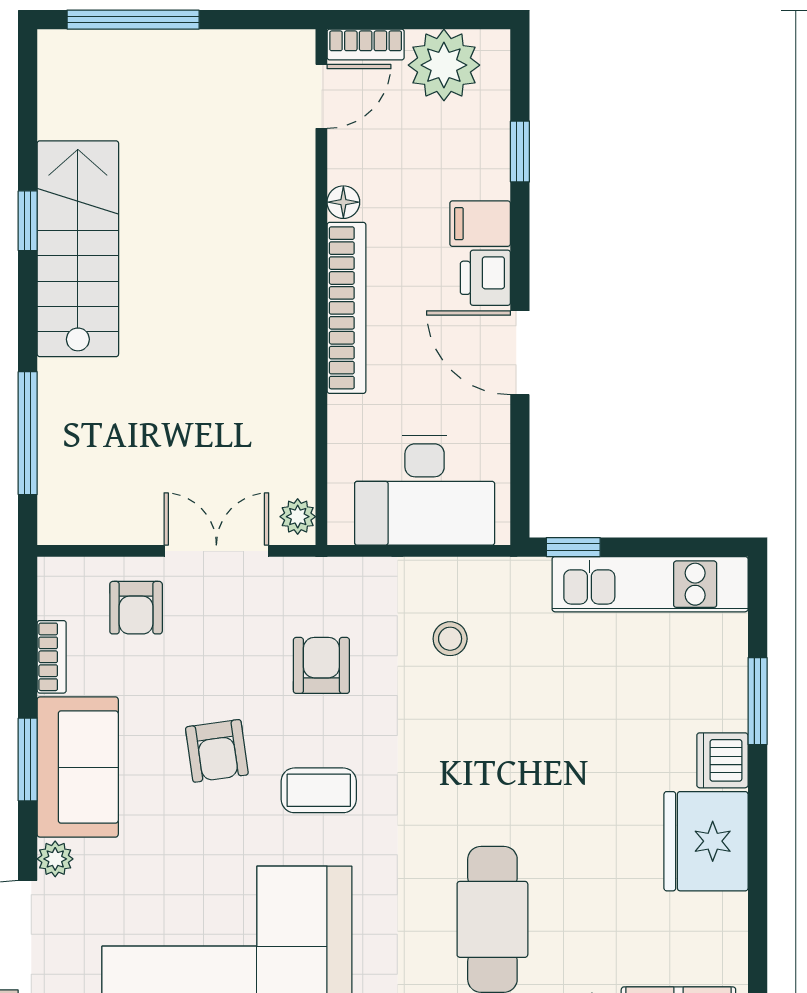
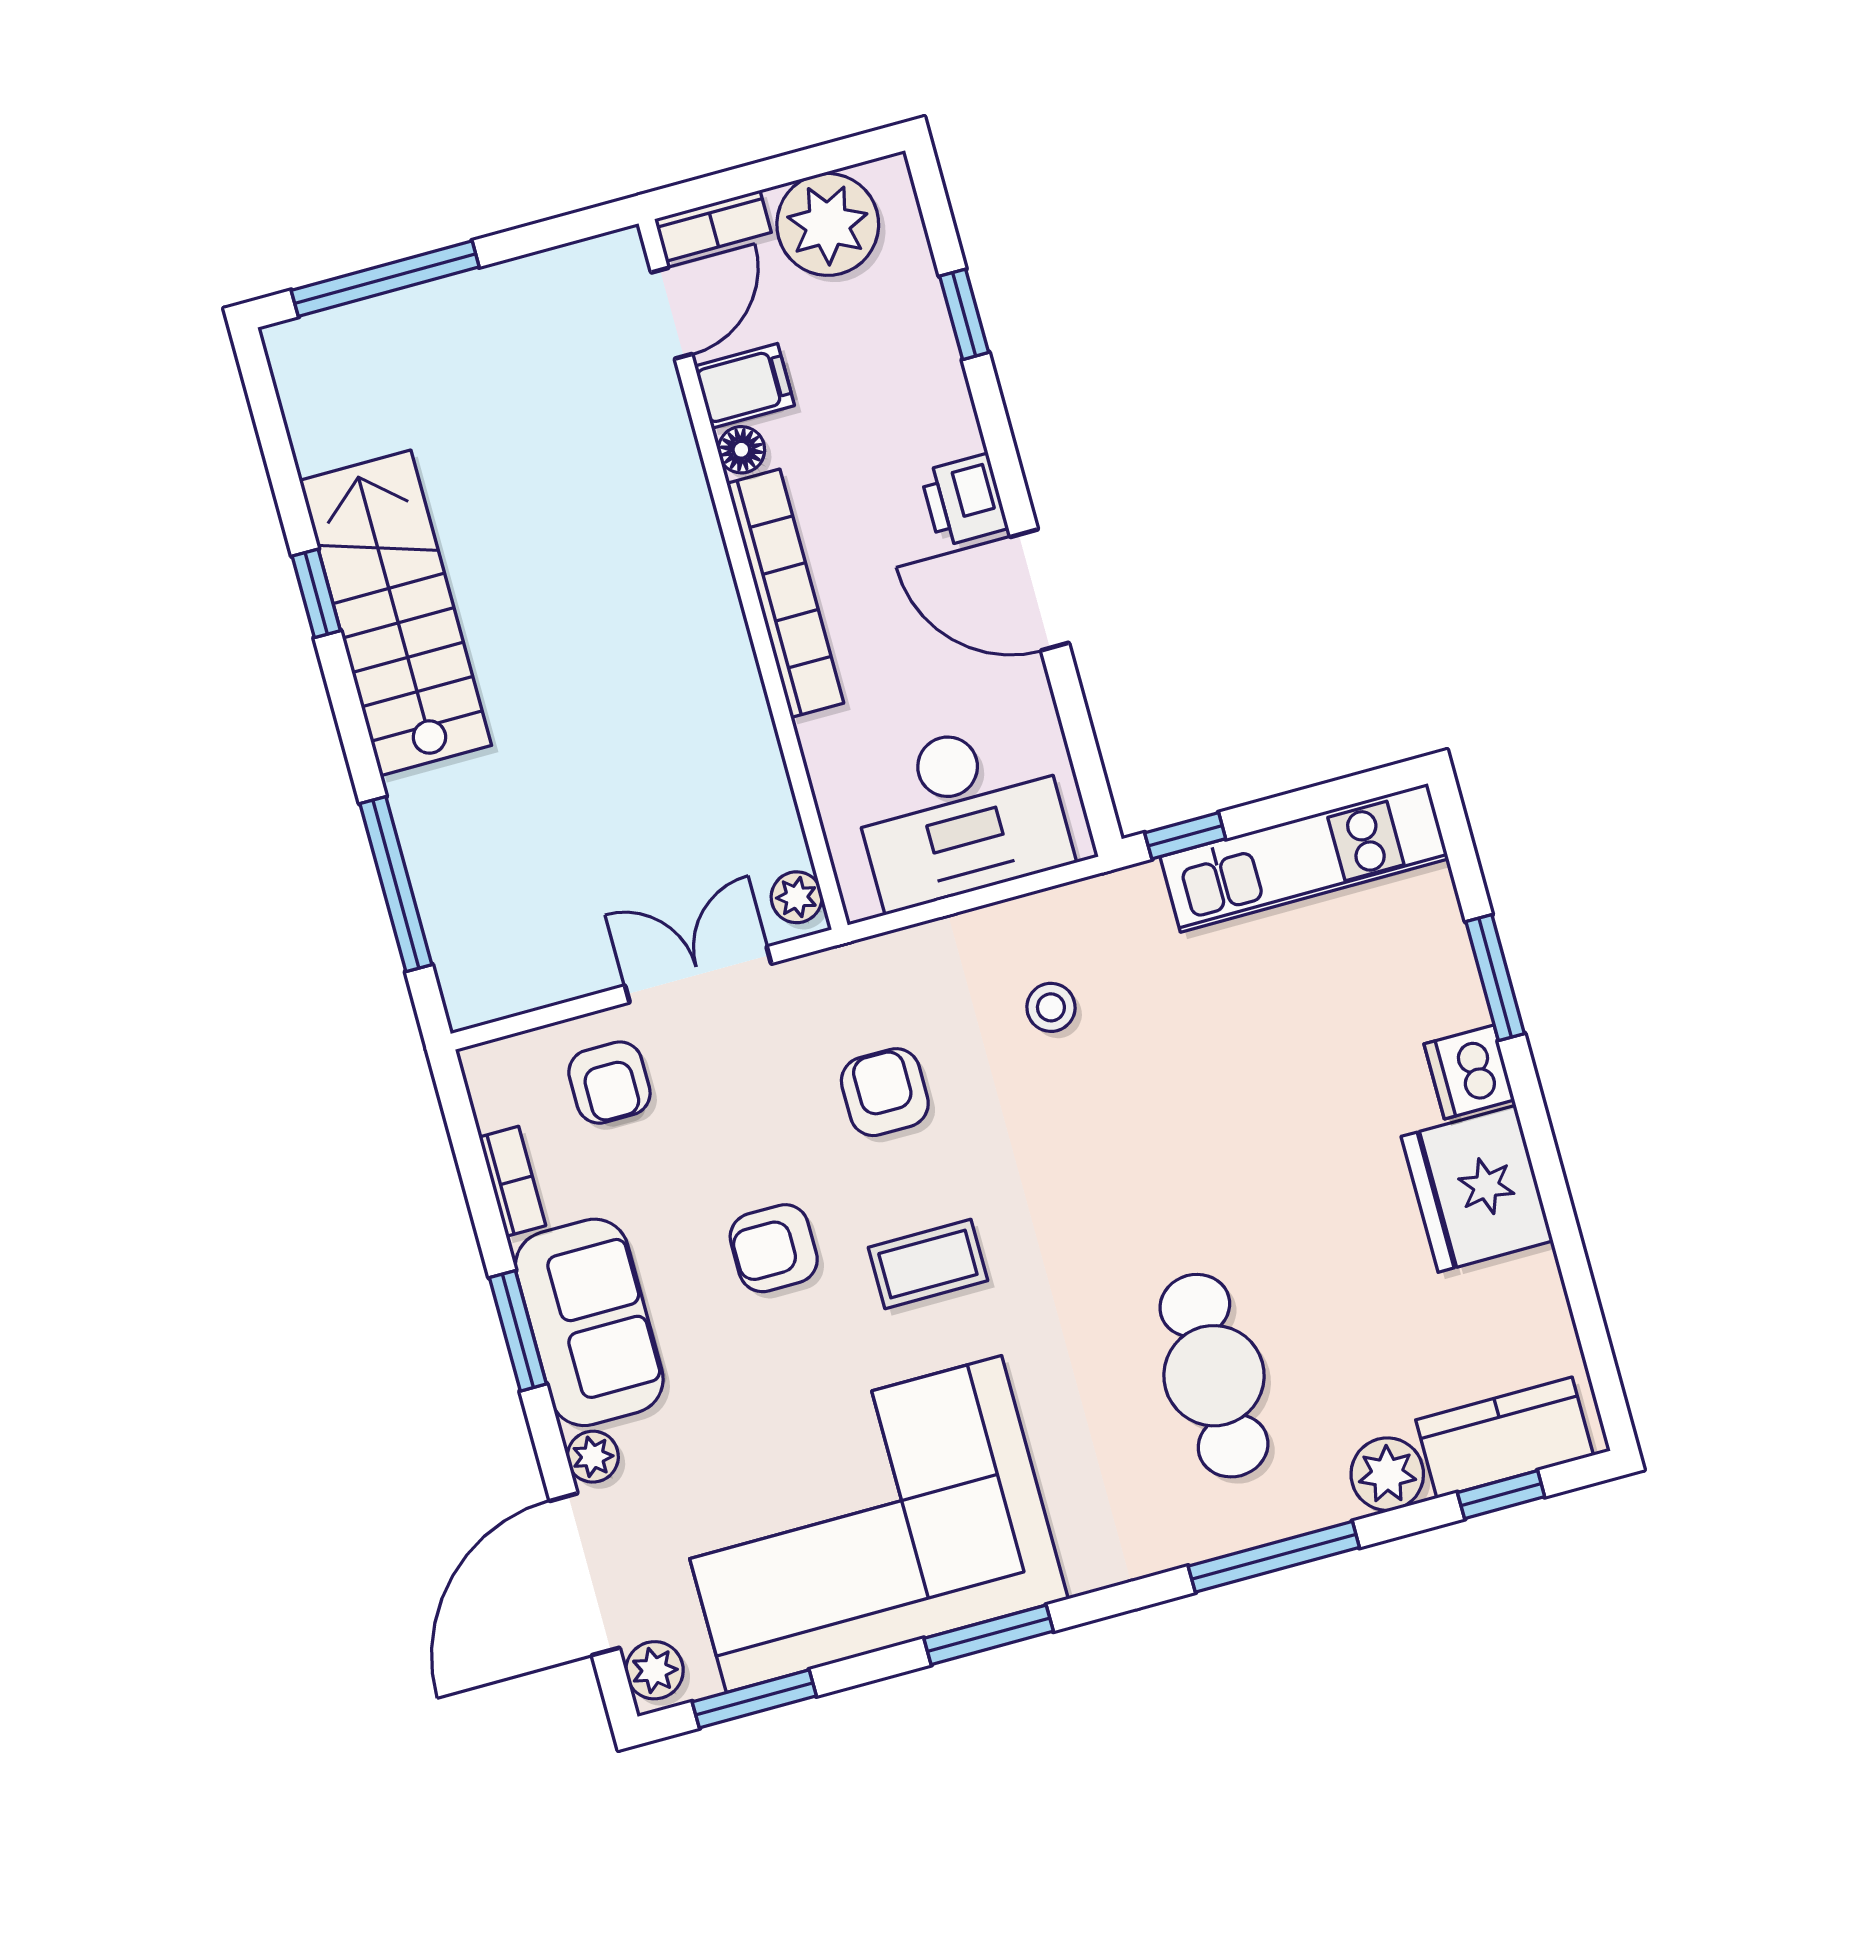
filing cabinet: (480, 224) -> (745, 386), moved, turned 180
armchair: (217, 751) -> (774, 1248), turned 98

